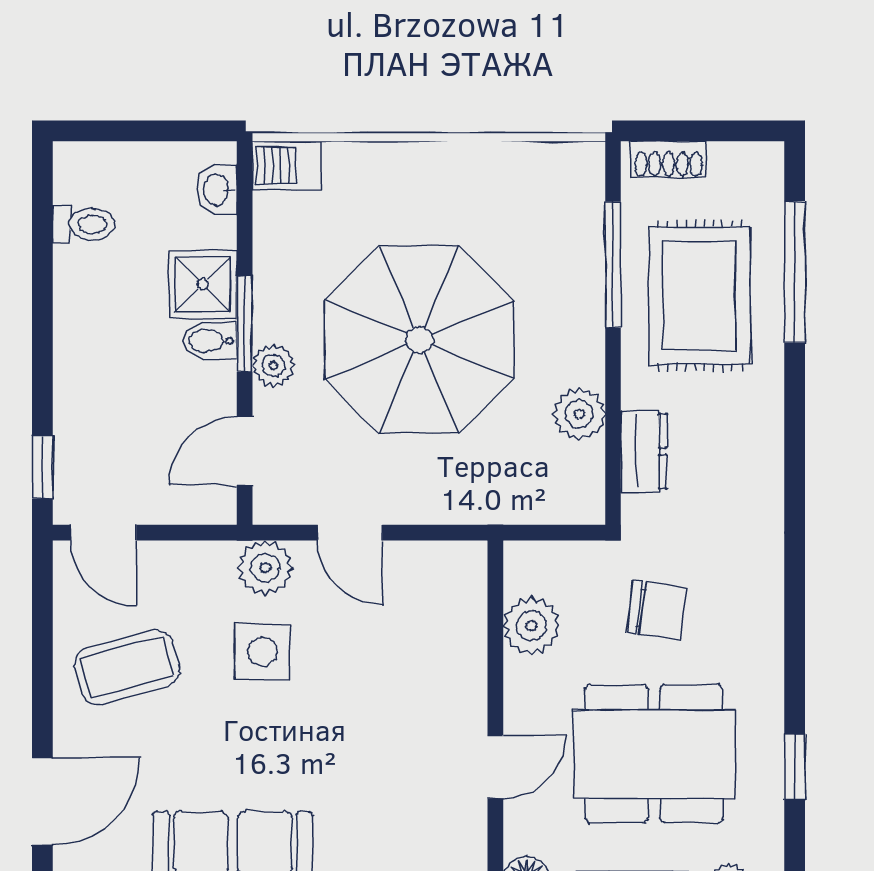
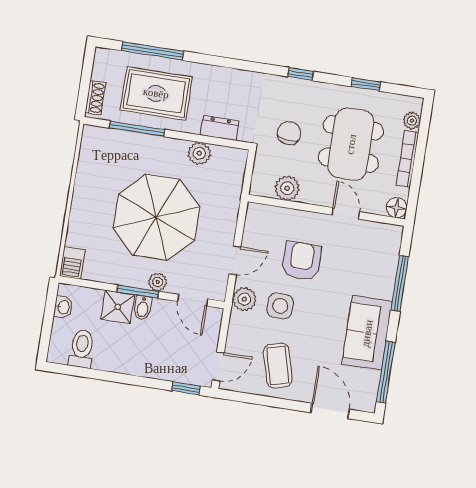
washbasin: (217, 190) -> (63, 307), moved, turned -90
toilet: (84, 224) -> (82, 349), width x1.37, depth x1.39
window: (795, 615) -> (300, 74), added
armchair: (372, 684) -> (302, 261), added

